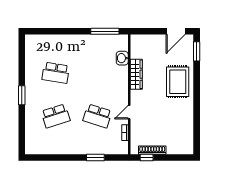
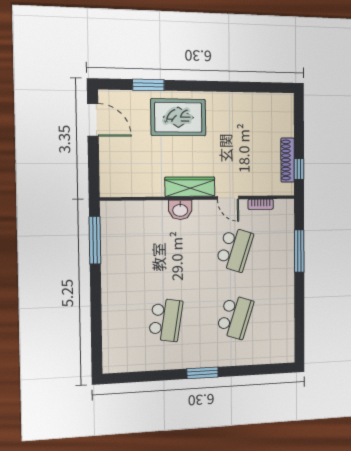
window: (197, 51) -> (148, 85), moved
washbasin: (122, 58) -> (180, 210), moved
wardrobe: (136, 74) -> (190, 187), moved
school desk: (56, 116) -> (235, 317), turned 36
window: (95, 158) -> (299, 251), width x1.44

